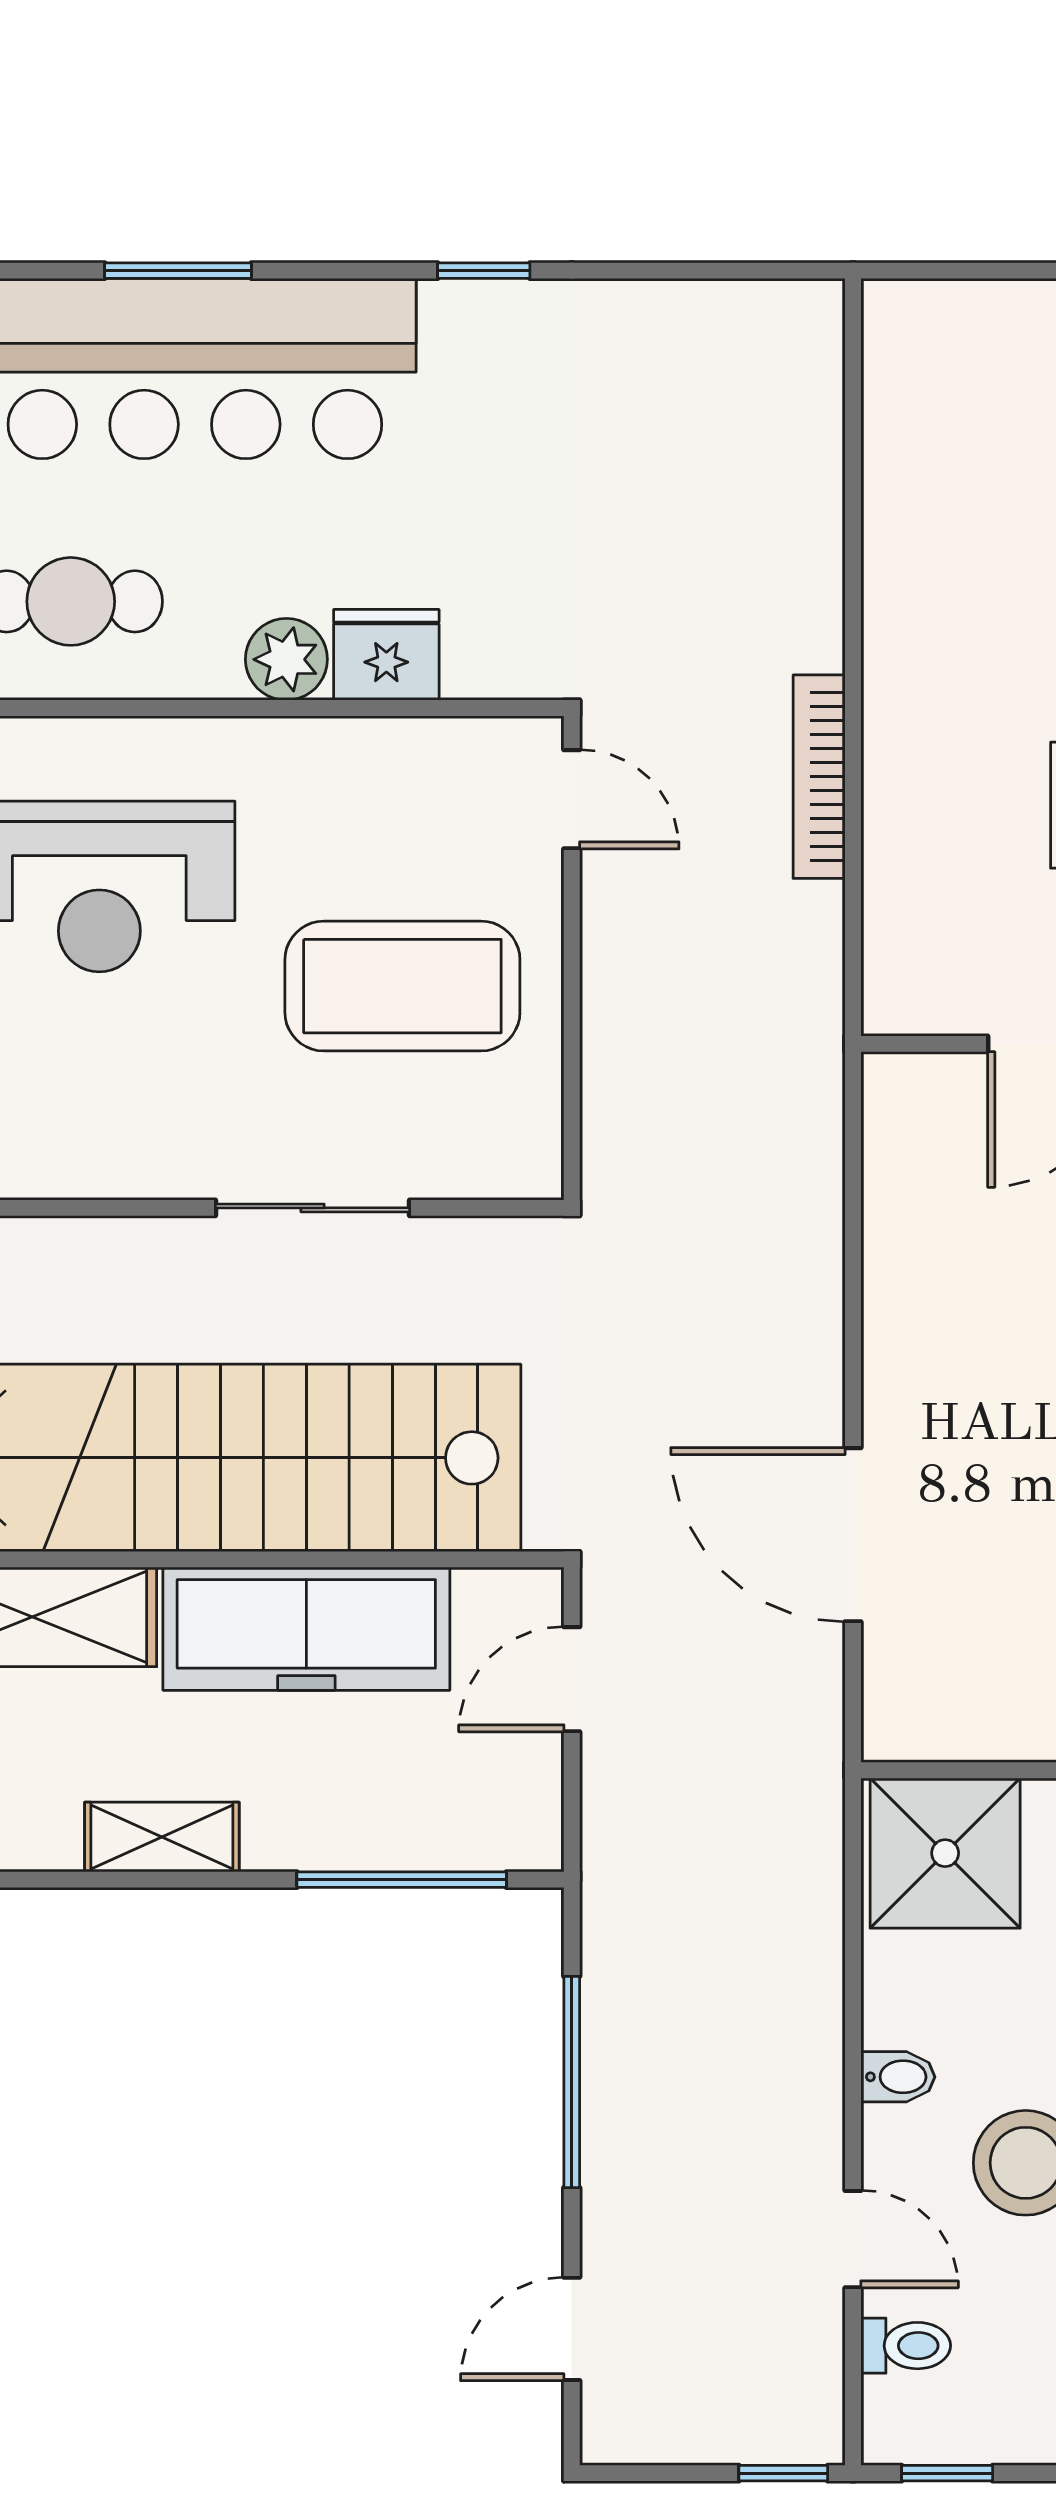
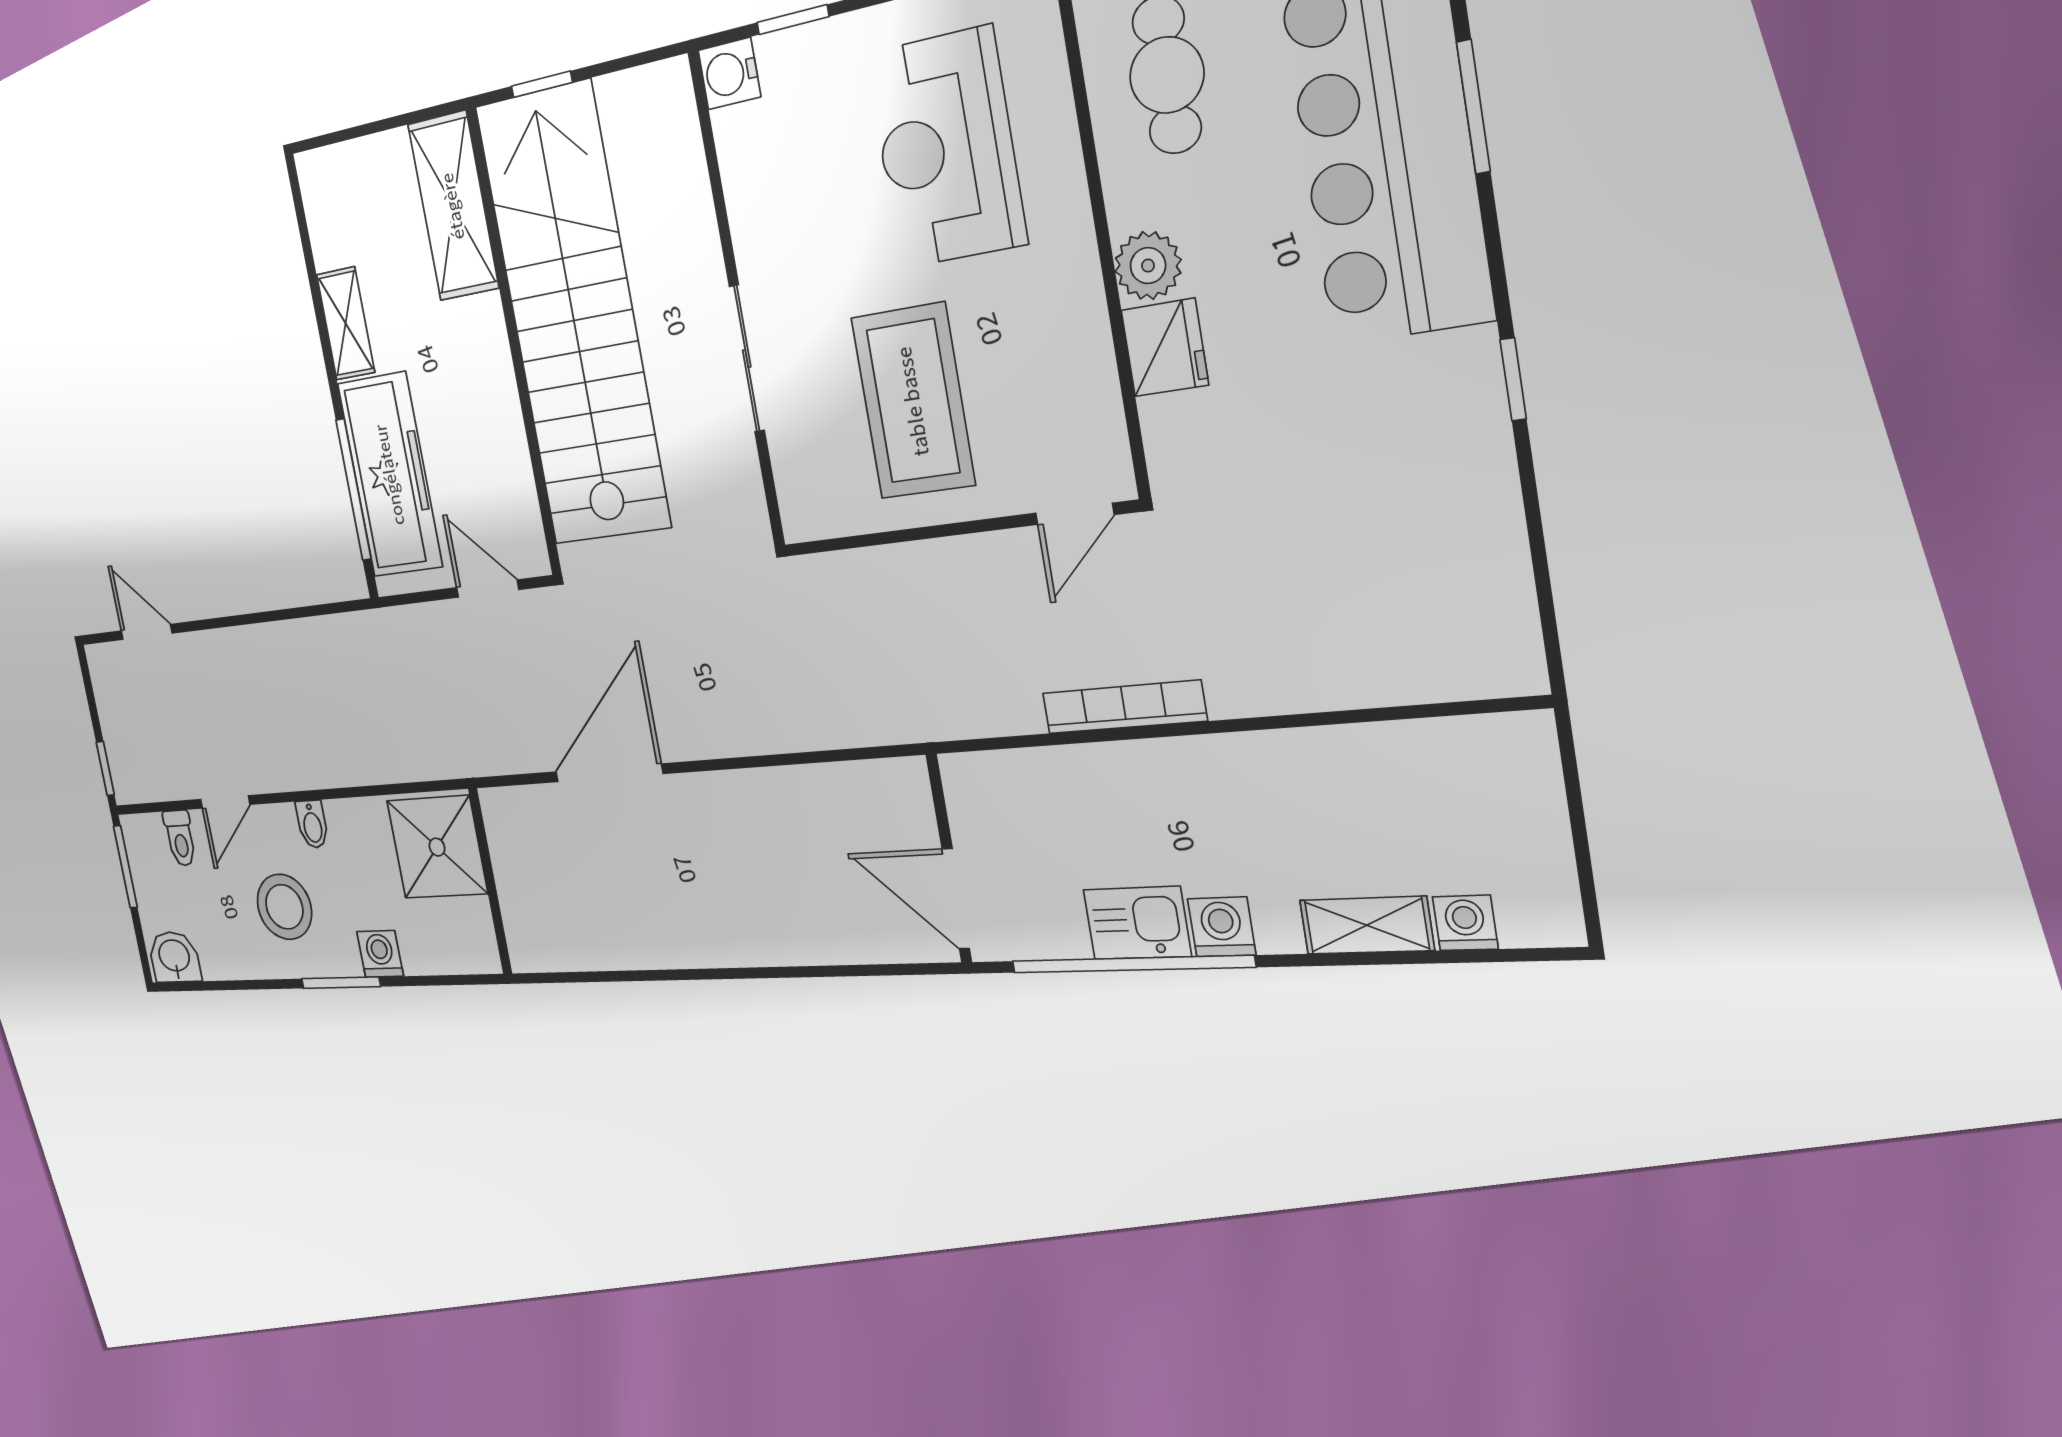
freezer: (306, 1629) -> (390, 475), moved, turned 180
window: (572, 2082) -> (269, 616), removed
window: (947, 2473) -> (125, 867), width x1.50

